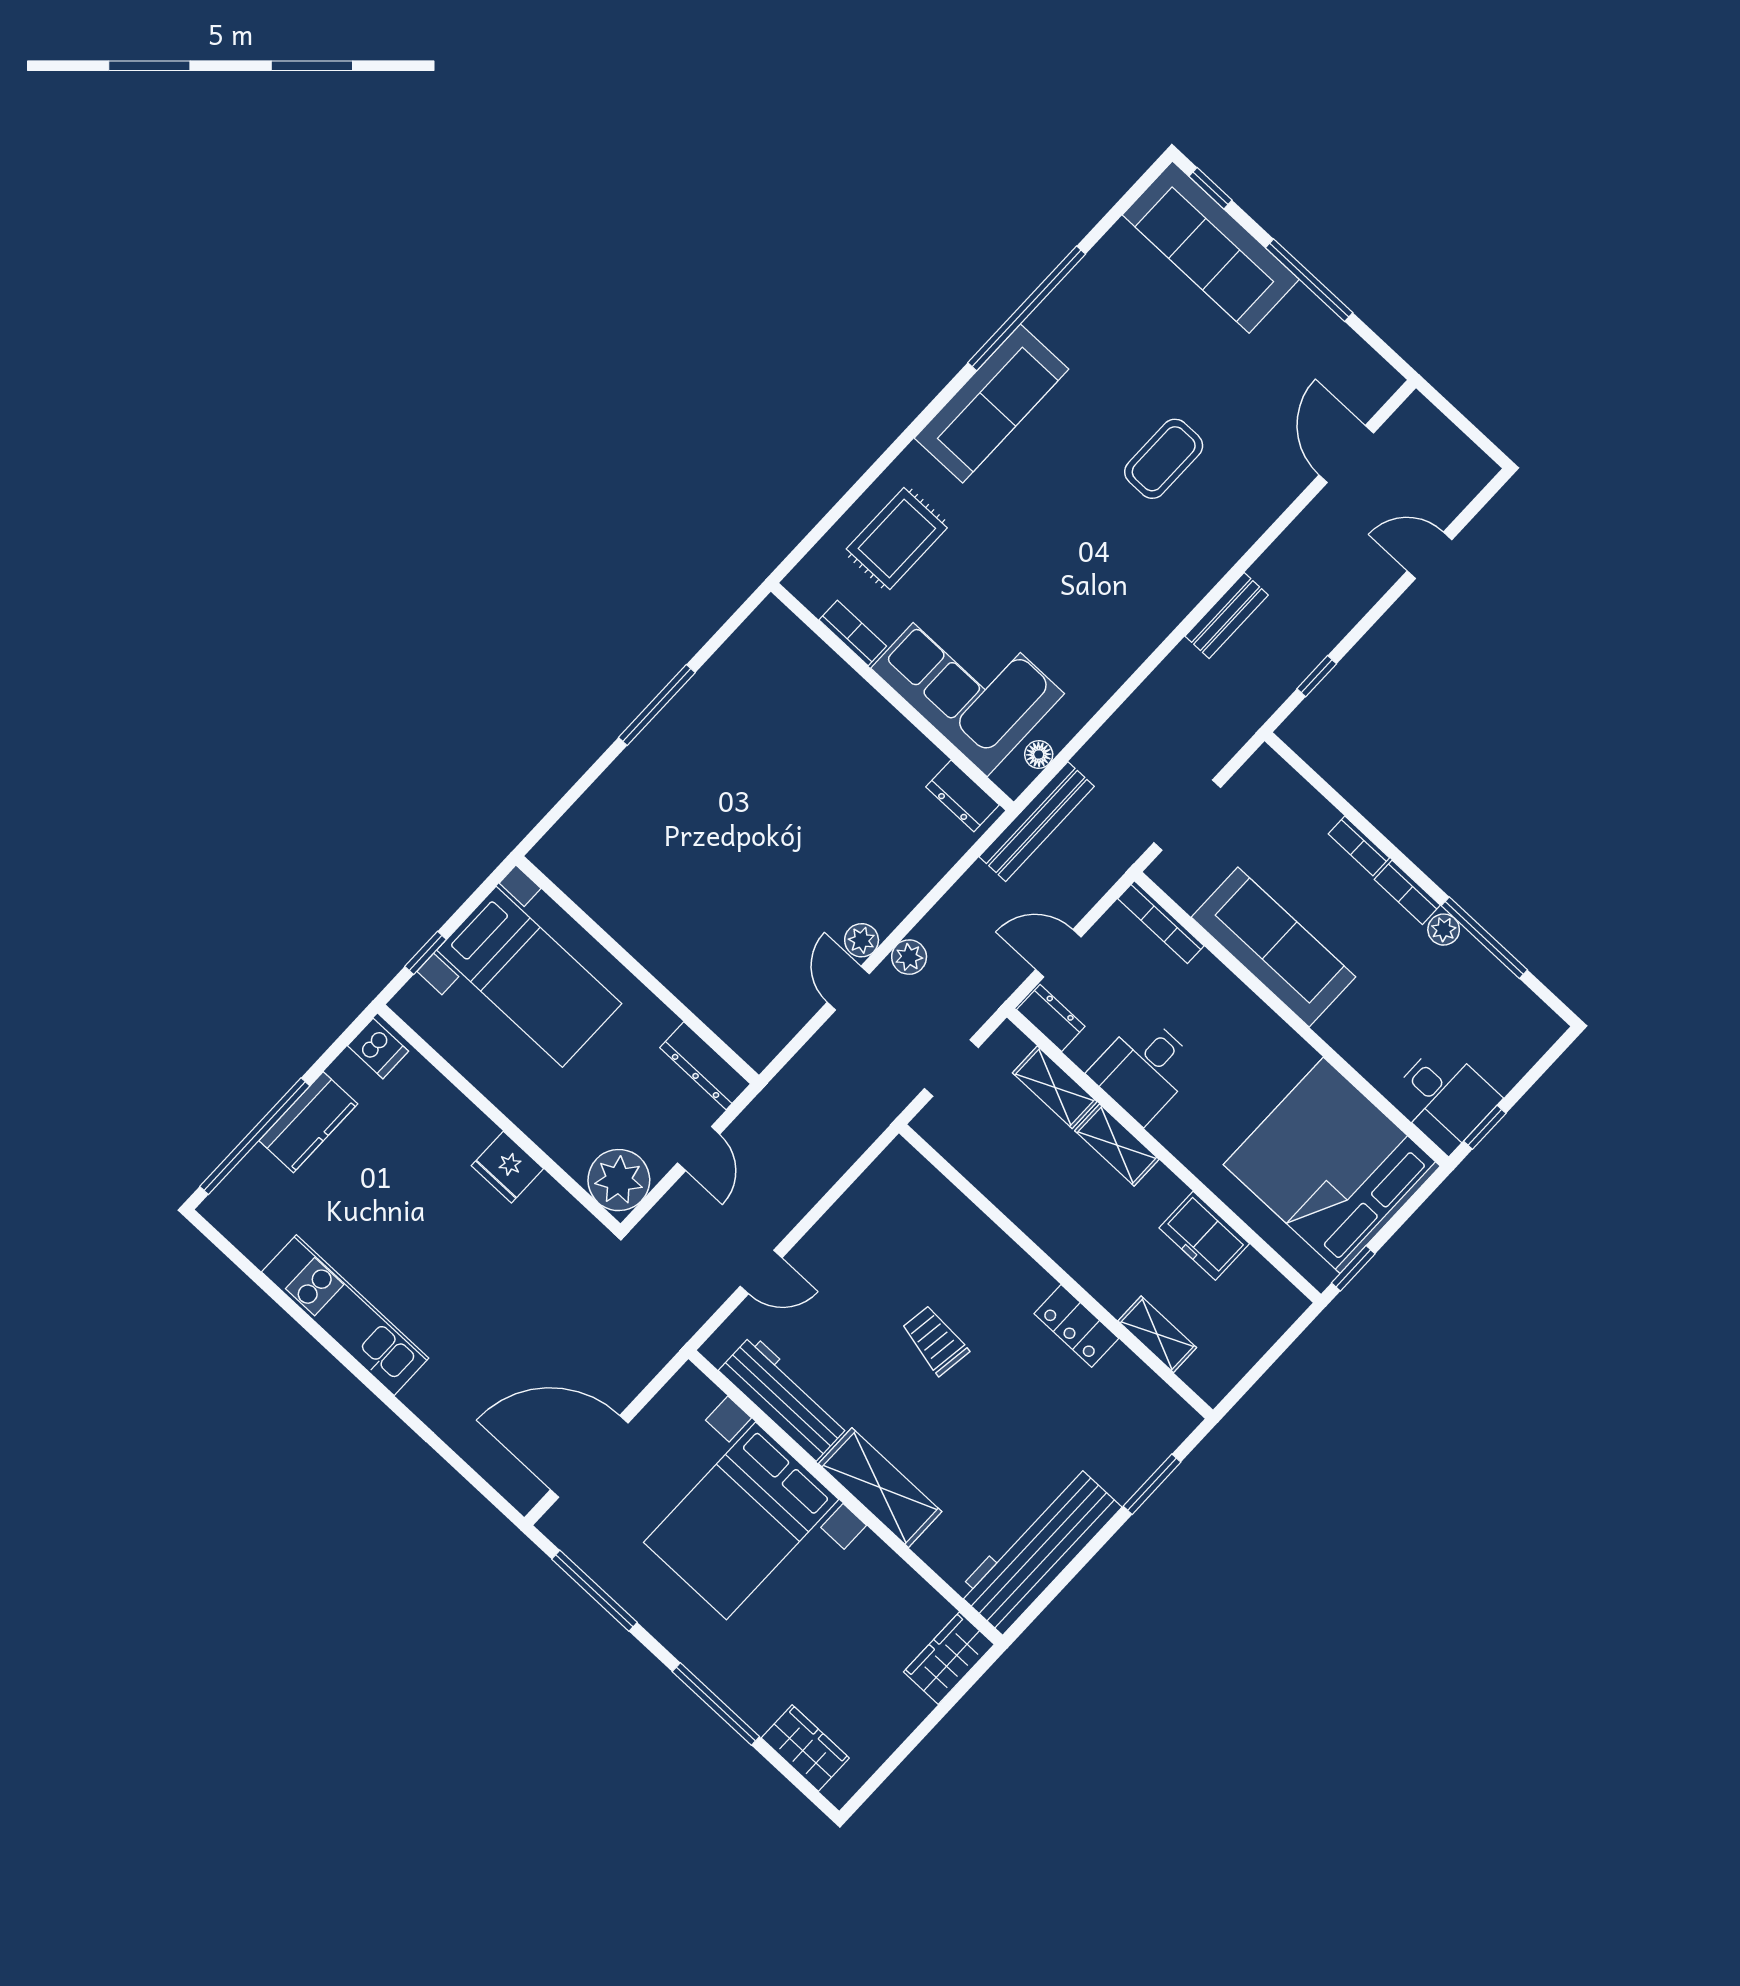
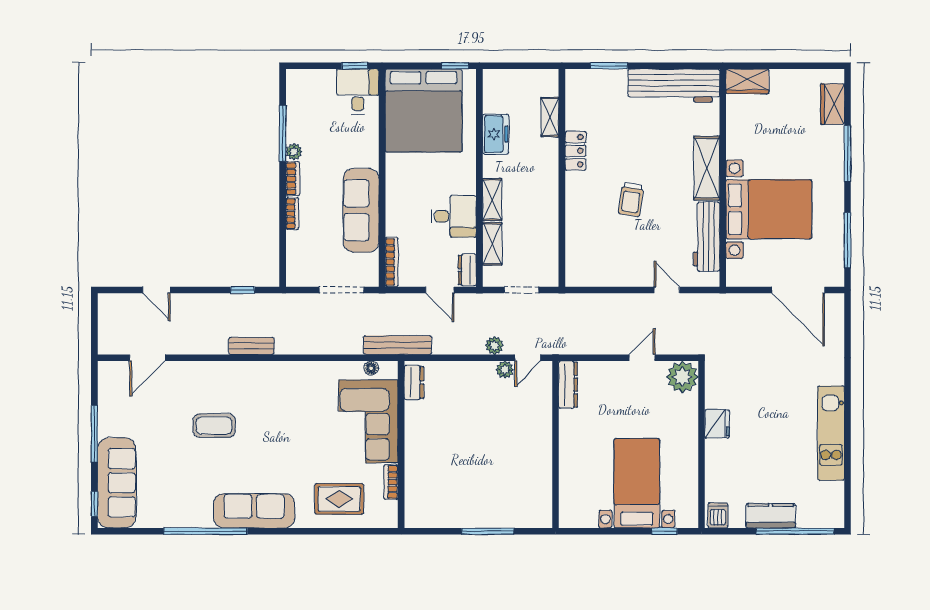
wall: (637, 970) -> (556, 444), moved
dresser: (705, 1066) -> (568, 385), moved

